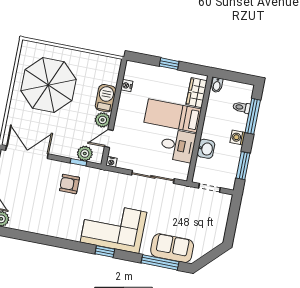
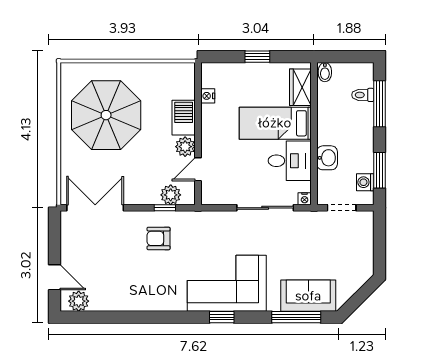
washing machine: (238, 137) -> (365, 182), moved
nightstand: (111, 162) -> (305, 199), moved

